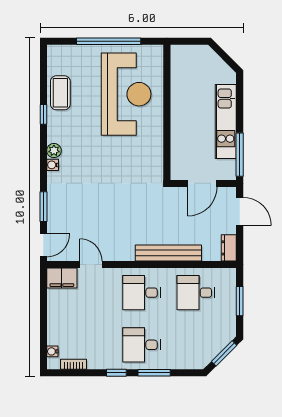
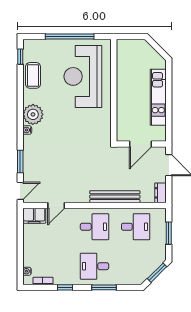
reception desk: (126, 94) -> (83, 76), turned 180
window: (43, 114) -> (20, 57), moved
plant: (54, 151) -> (33, 114), width x1.88, depth x1.88
window: (240, 155) -> (169, 122), removed
door: (91, 265) -> (56, 205), swing flipped
desk: (142, 293) -> (94, 227), turned 180
desk: (196, 293) -> (136, 227), turned 180
window: (116, 373) -> (65, 287), moved

